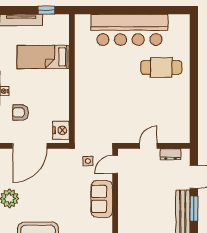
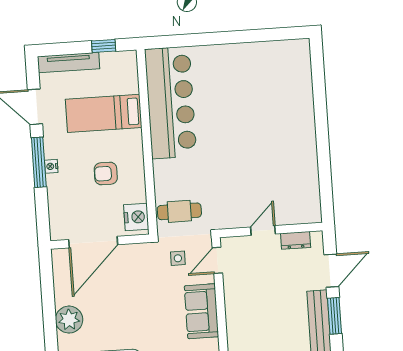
bar counter: (129, 30) -> (171, 103), moved, turned -90
cafe table: (161, 67) -> (179, 211), moved, width x0.73, depth x0.74
armchair: (21, 112) -> (106, 173), moved

